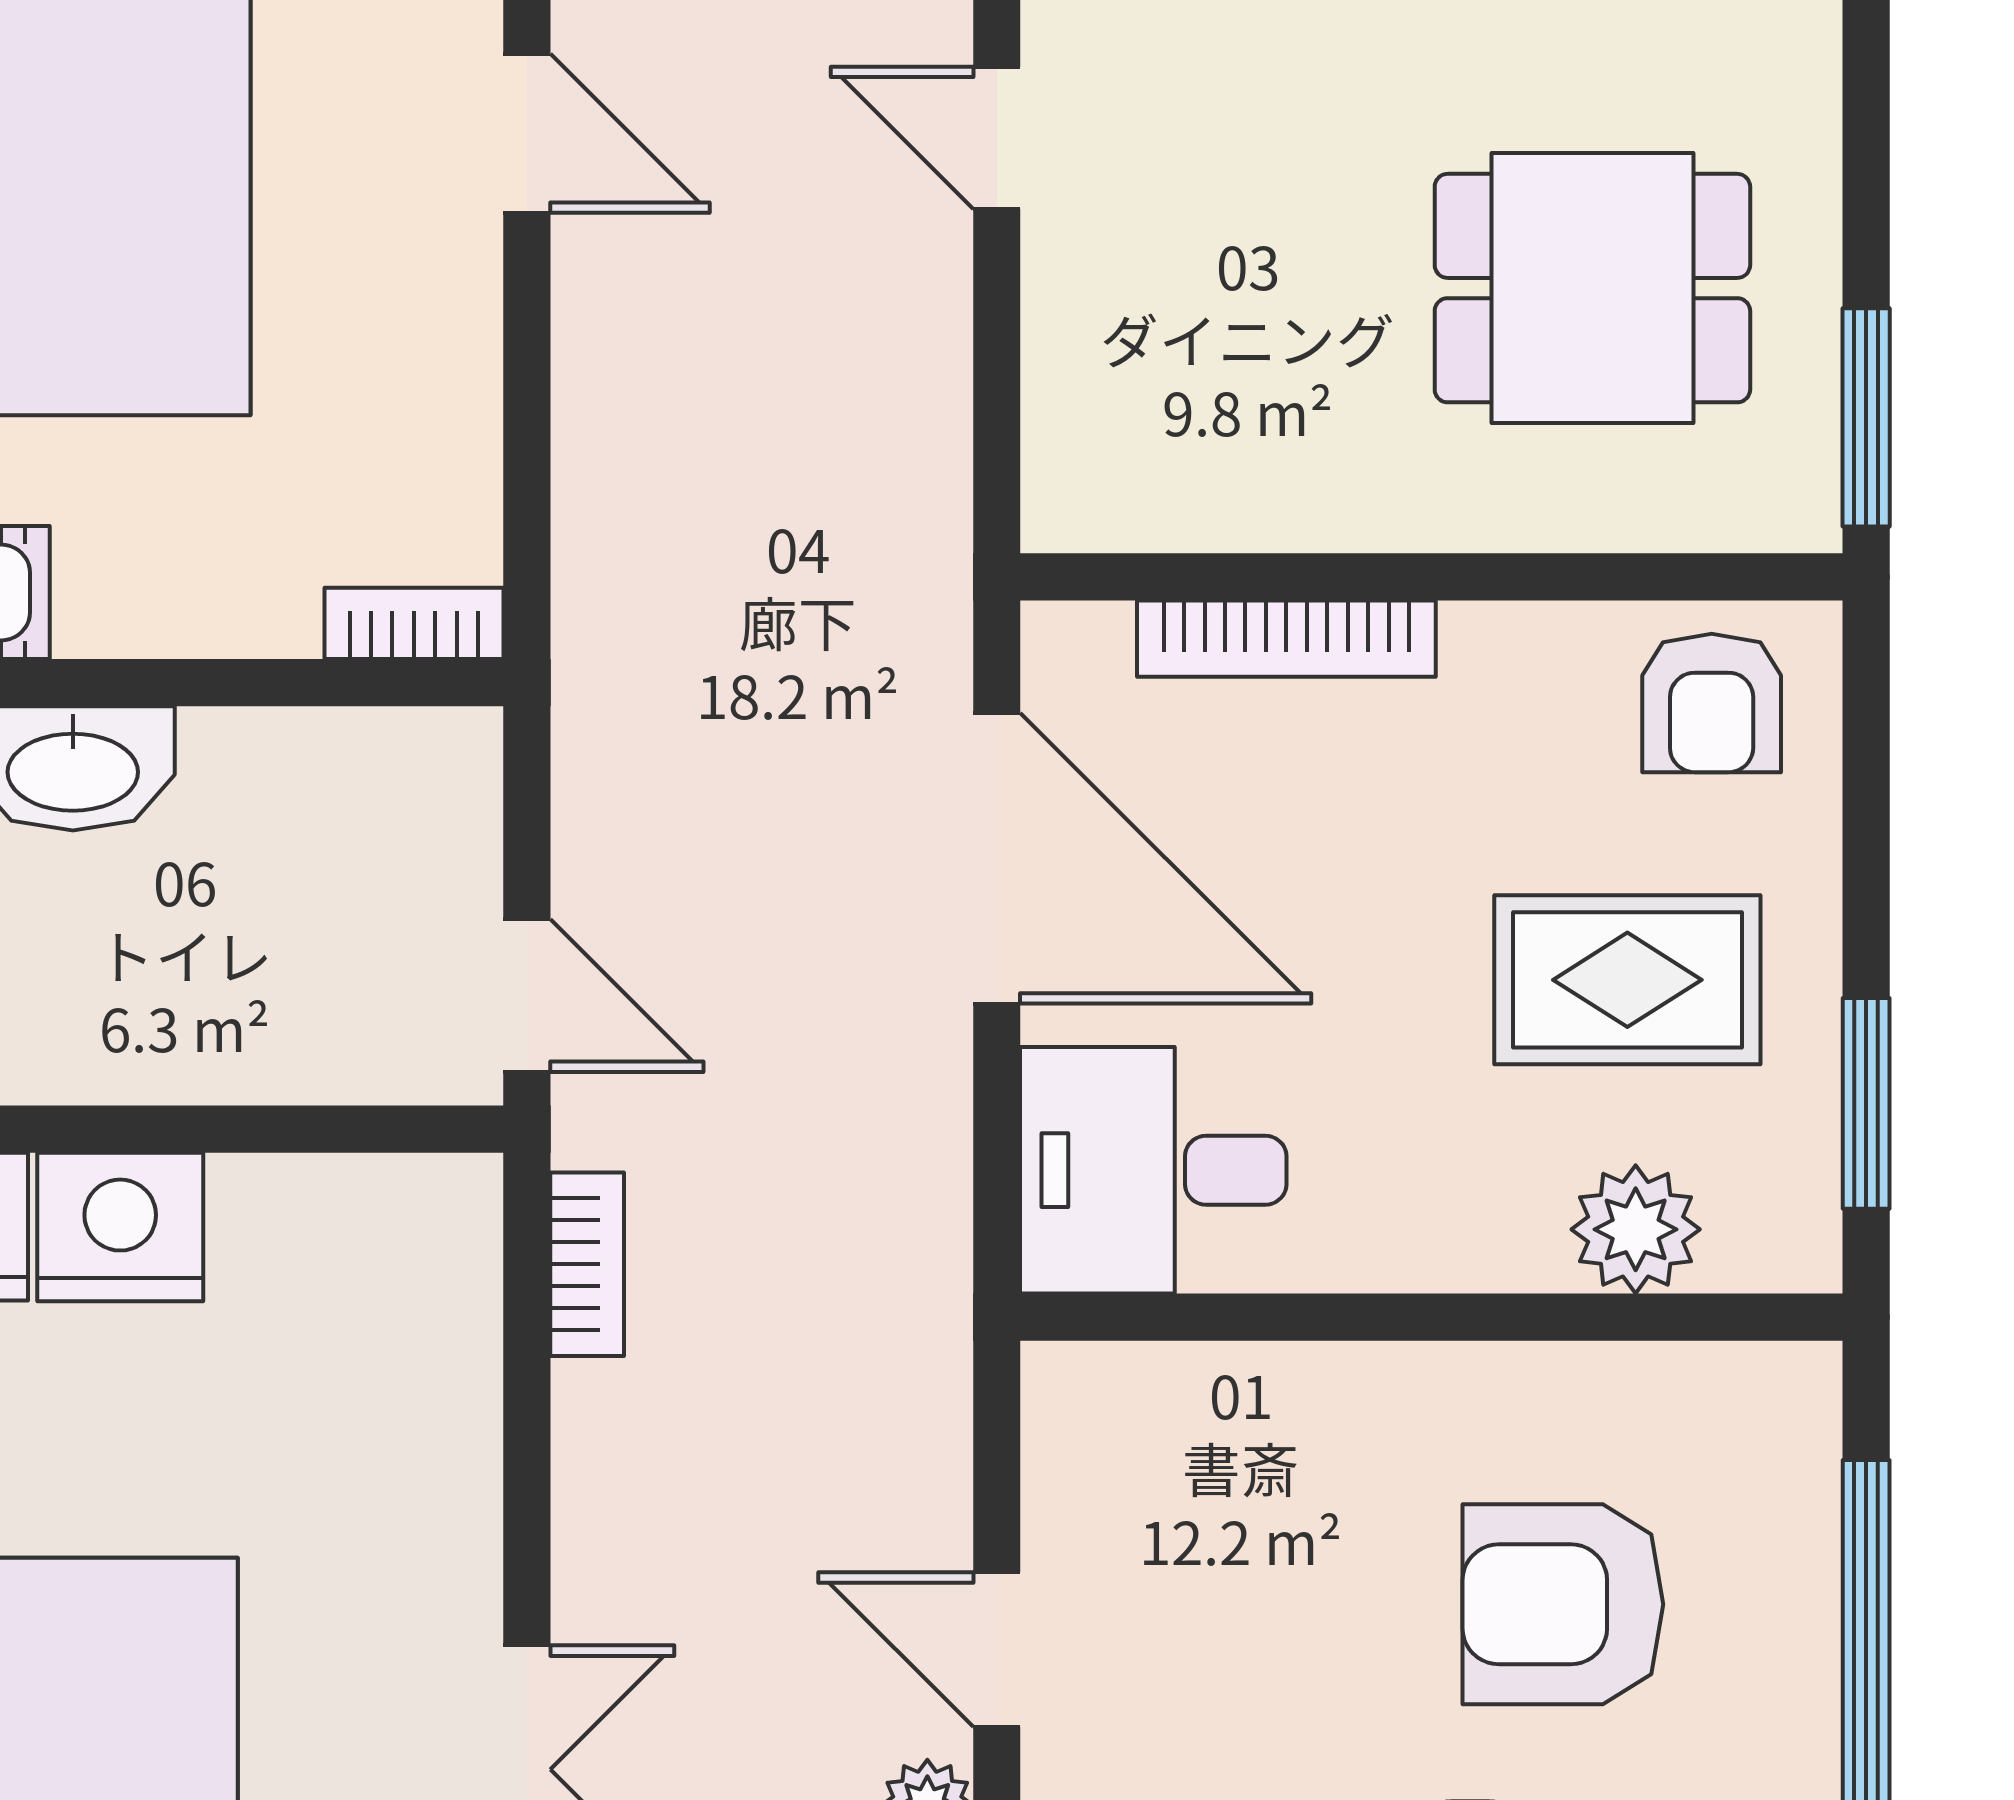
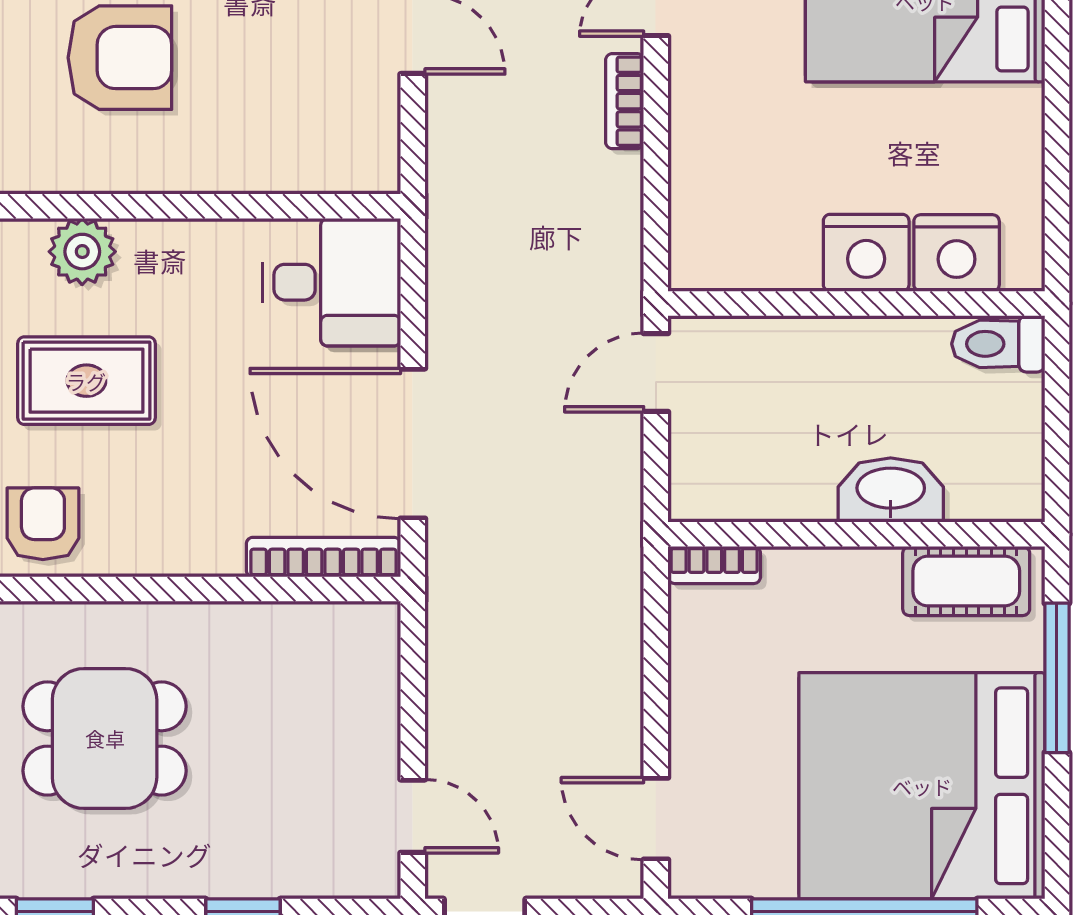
bookcase: (1286, 639) -> (323, 557), moved
door: (527, 996) -> (656, 372), hinge flipped
bookcase: (587, 1264) -> (625, 101), moved

